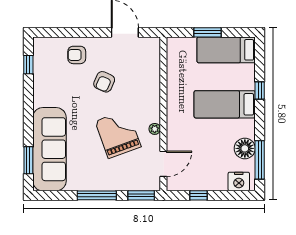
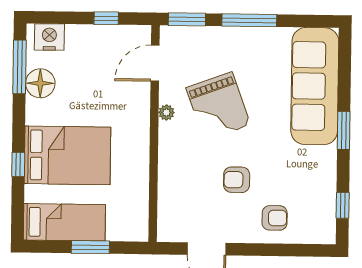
armchair: (104, 82) -> (237, 180), turned -114
bed: (225, 104) -> (67, 155), width x1.50
window: (28, 160) -> (344, 130), moved

